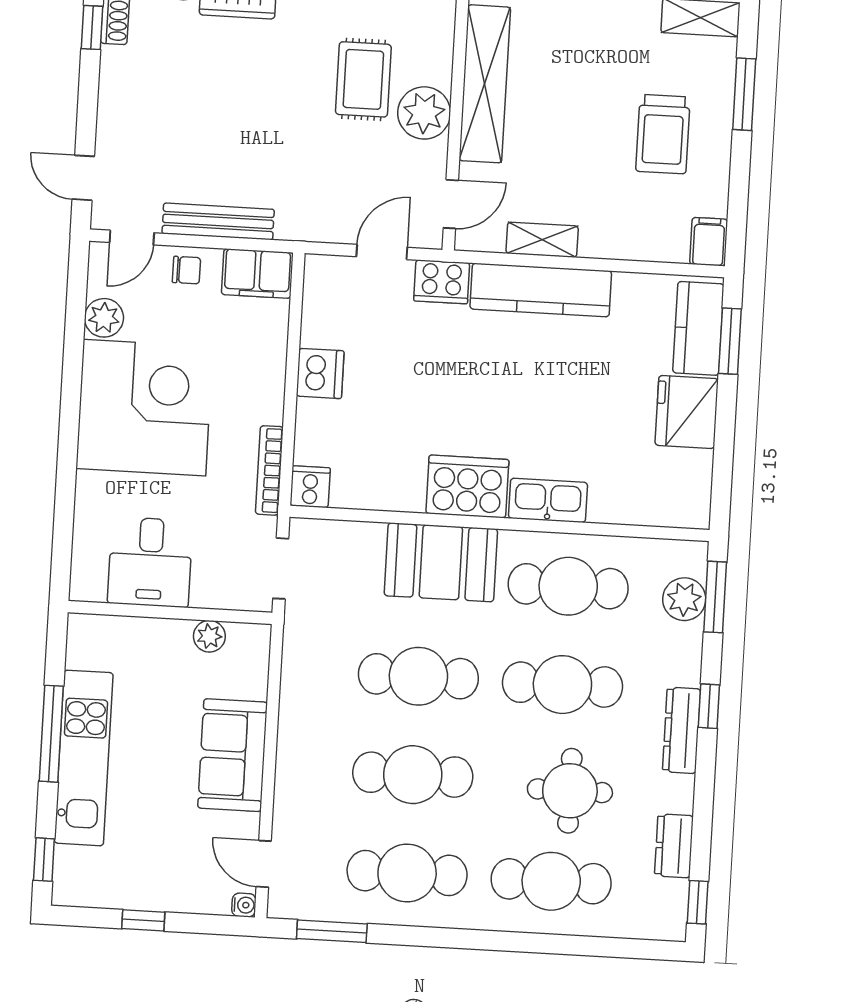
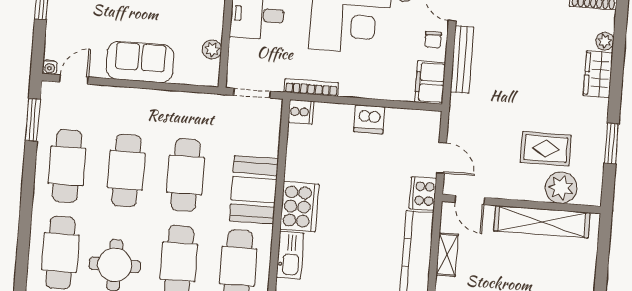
plant: (424, 113) -> (561, 188), moved

